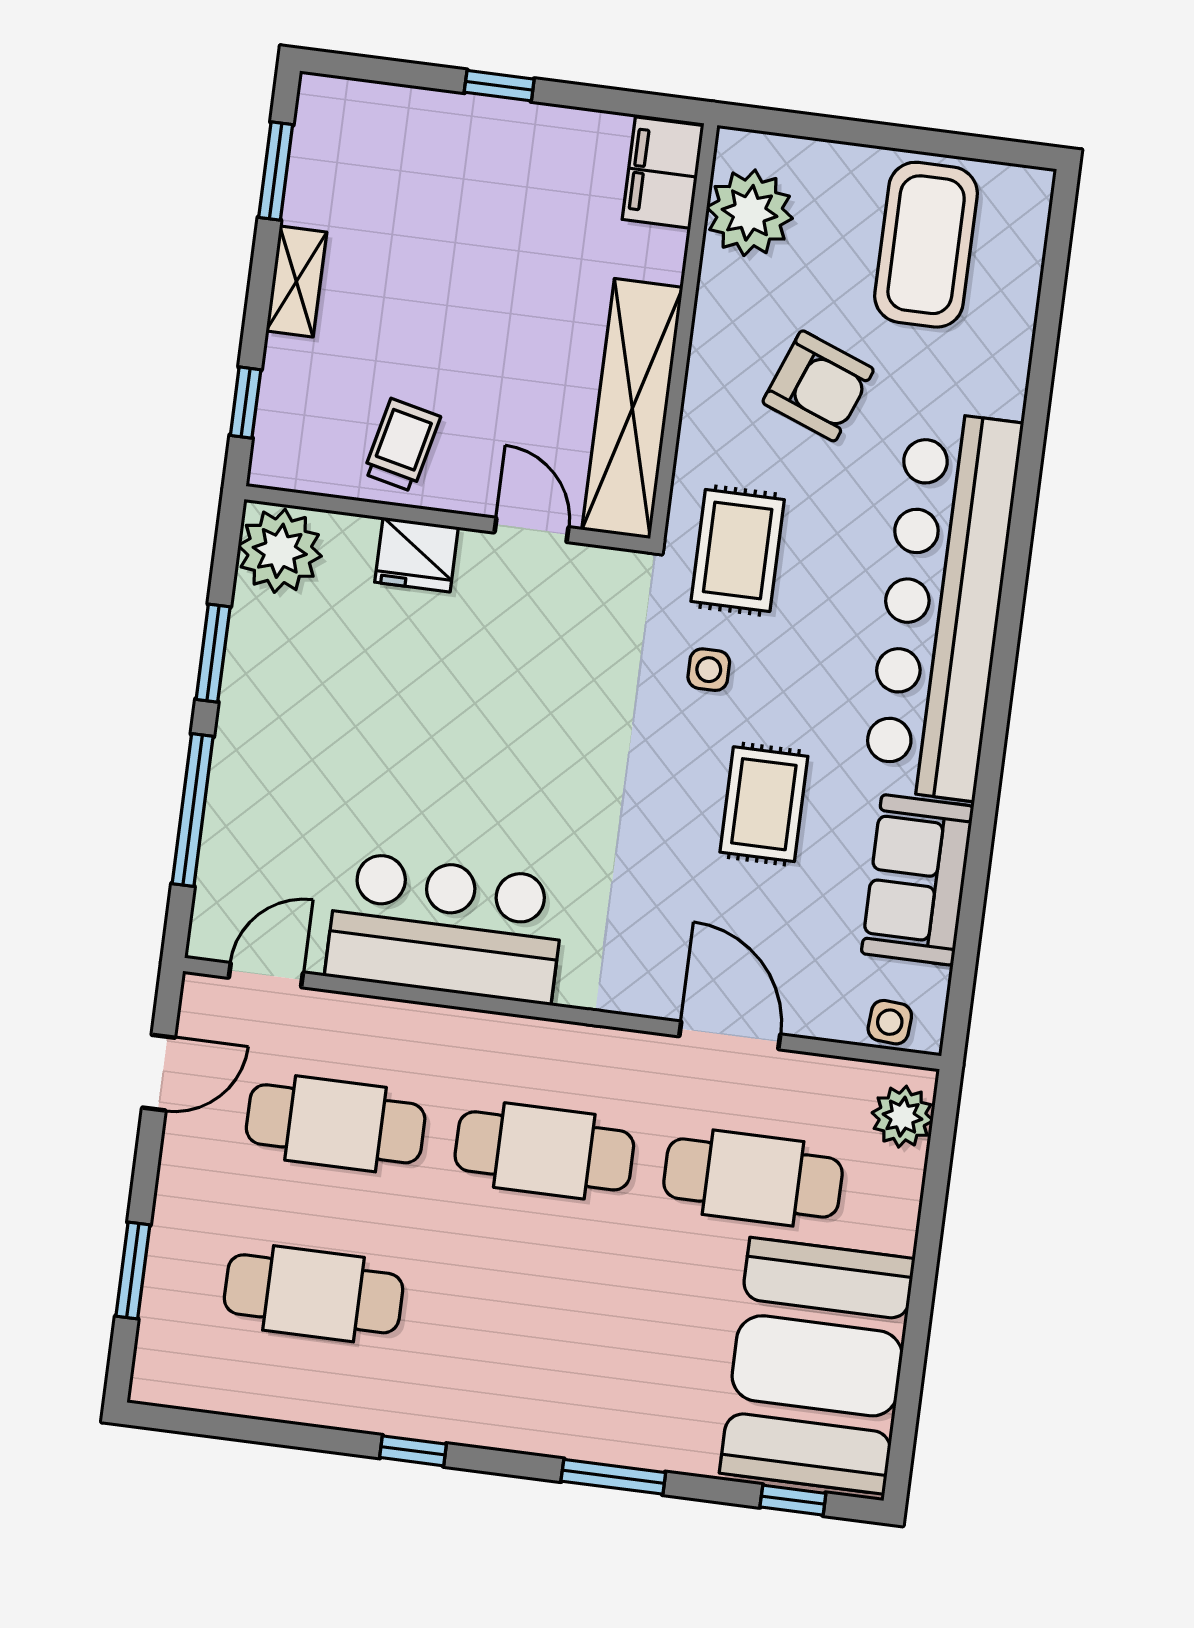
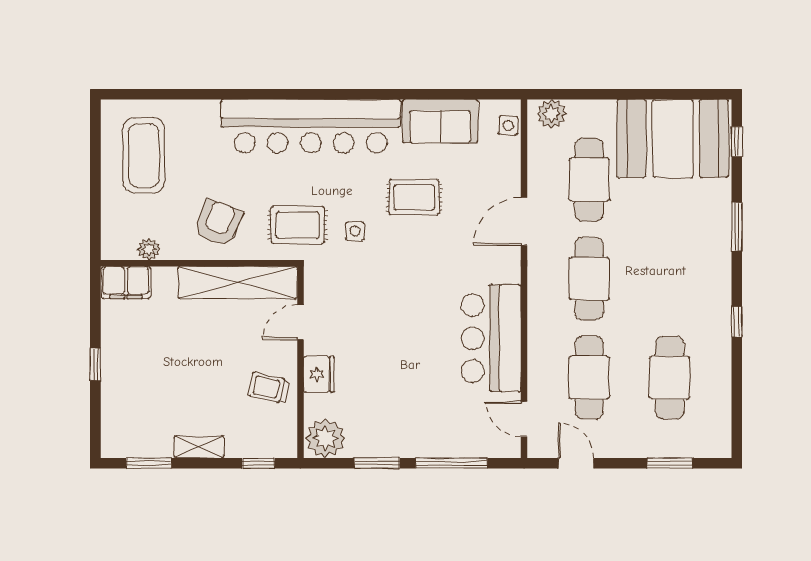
plant: (750, 213) -> (149, 249), width x0.53, depth x0.53
coffee table: (926, 245) -> (144, 156), turned 90
armchair: (818, 386) -> (218, 223), moved
door: (730, 1035) -> (524, 221), moved

